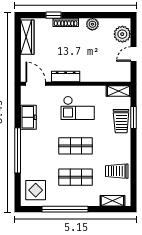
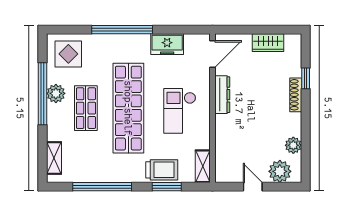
plant: (92, 24) -> (293, 145), moved
wardrobe: (27, 37) -> (268, 43), width x0.67
trolley: (121, 121) -> (162, 170), turned 180
shop shelf: (76, 146) -> (128, 108), width x2.00, depth x1.36
window: (134, 165) -> (102, 187), added
trolley: (117, 171) -> (94, 164), removed
plant: (65, 199) -> (56, 93), added

